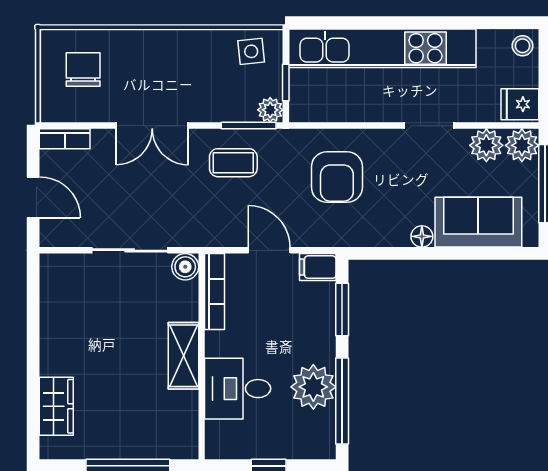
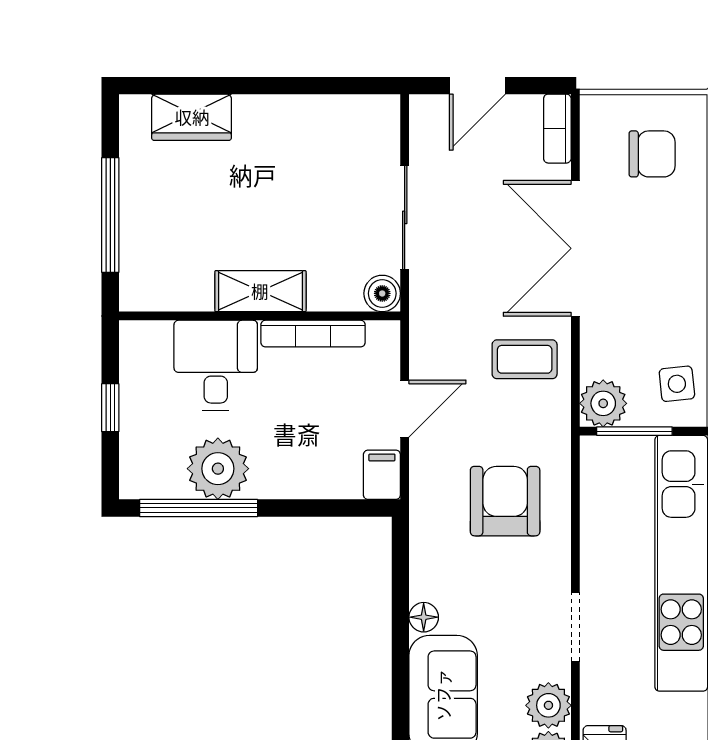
window: (286, 82) -> (634, 431), width x1.50
plant: (270, 110) -> (603, 403), width x1.38, depth x1.38
double door: (152, 126) -> (575, 248), width x1.37
window: (249, 126) -> (575, 380), removed
coffee table: (233, 163) -> (525, 359), turned 90
armchair: (337, 177) -> (505, 501), turned 90
bookcase: (215, 292) -> (313, 334), moved
window: (342, 310) -> (324, 508), removed

